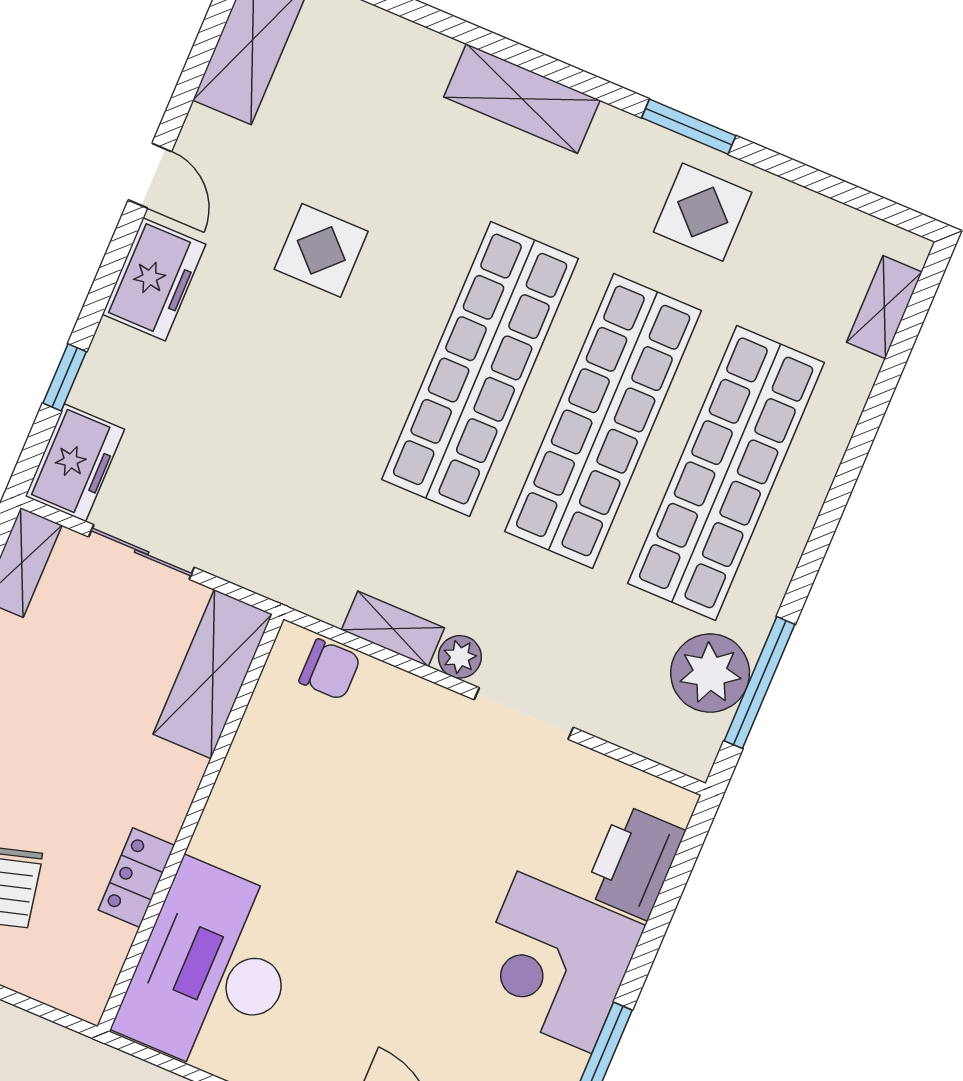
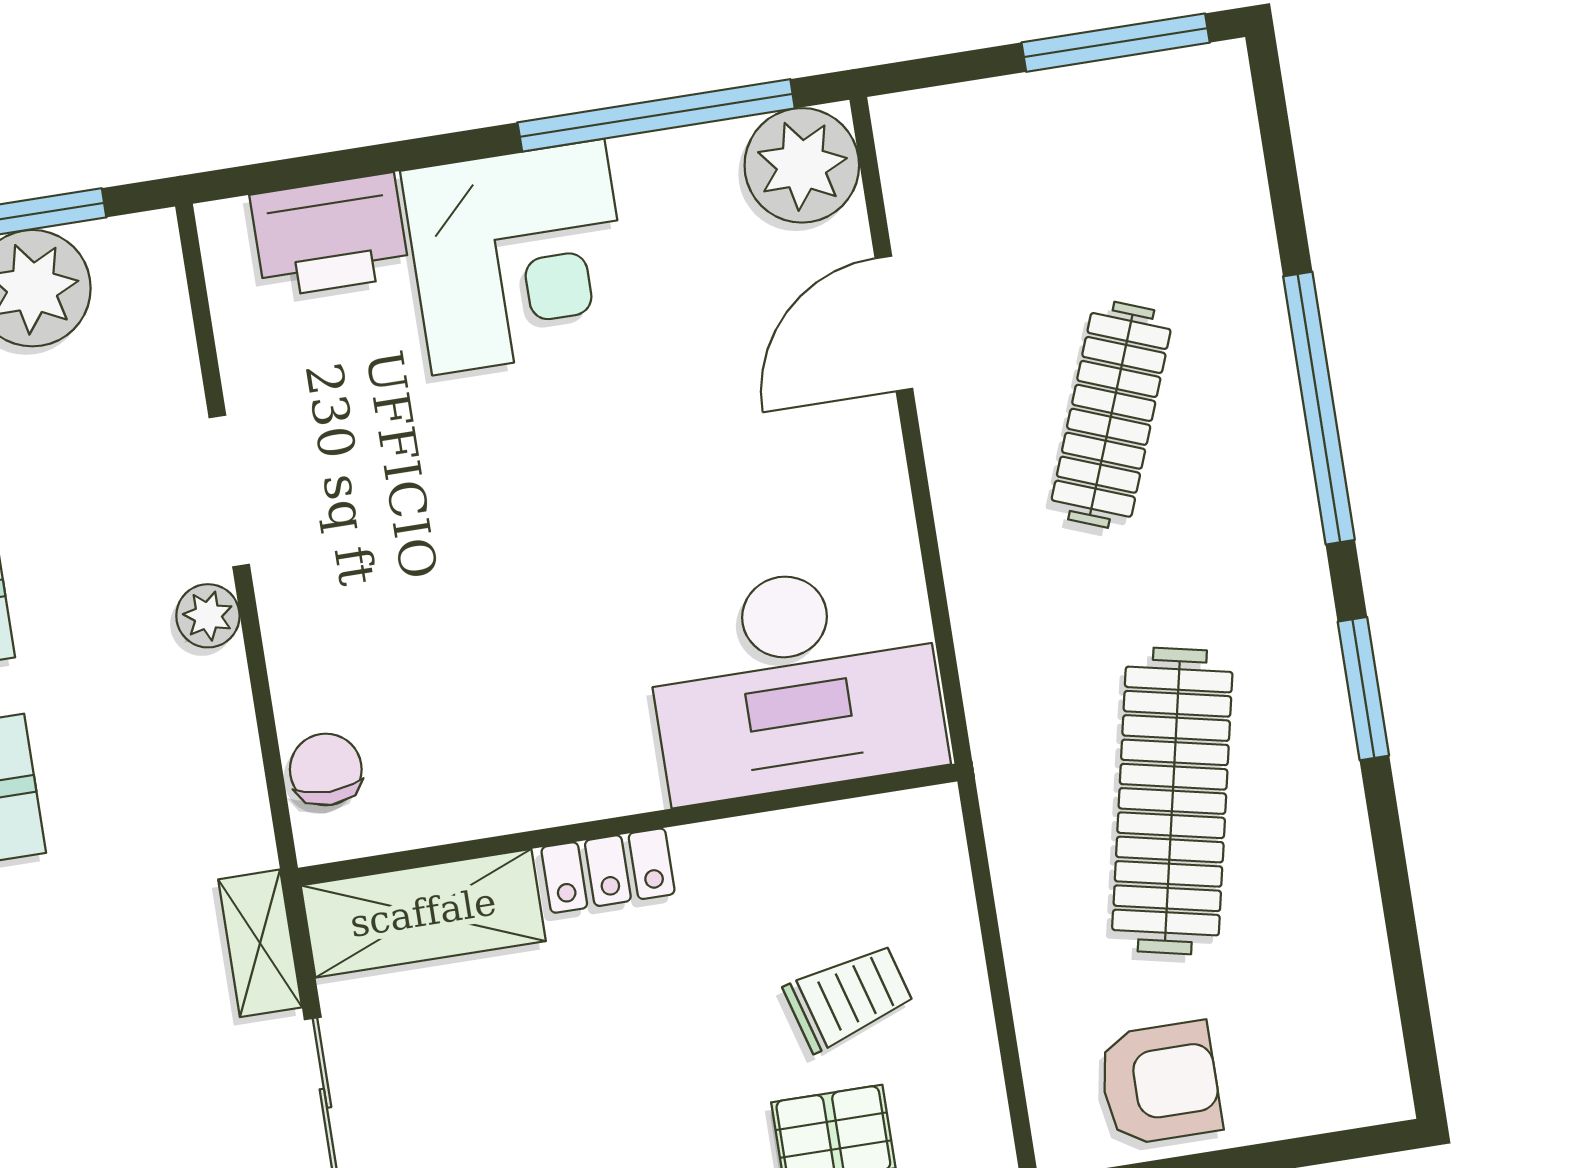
shelving: (393, 629) -> (260, 943), moved
locker: (136, 878) -> (608, 871), moved

